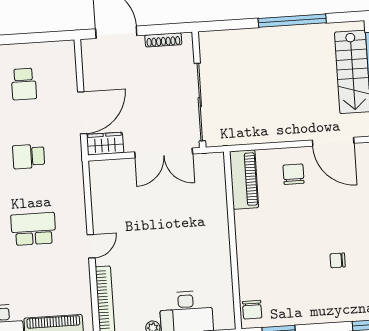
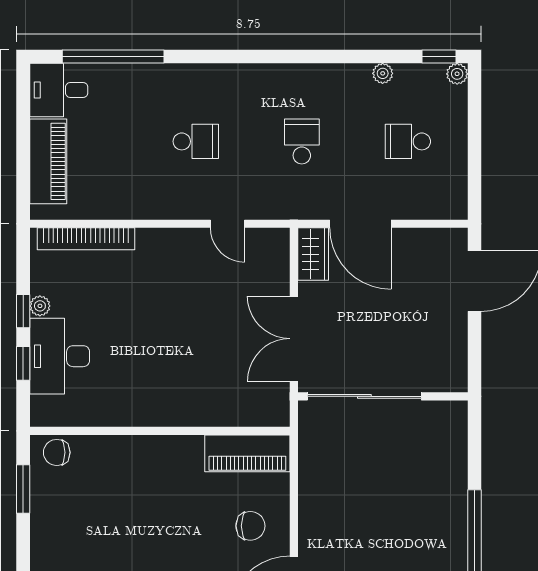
shoe rack: (163, 40) -> (459, 349), removed
school desk: (33, 229) -> (196, 141), width x0.54
door: (91, 246) -> (228, 224), moved

